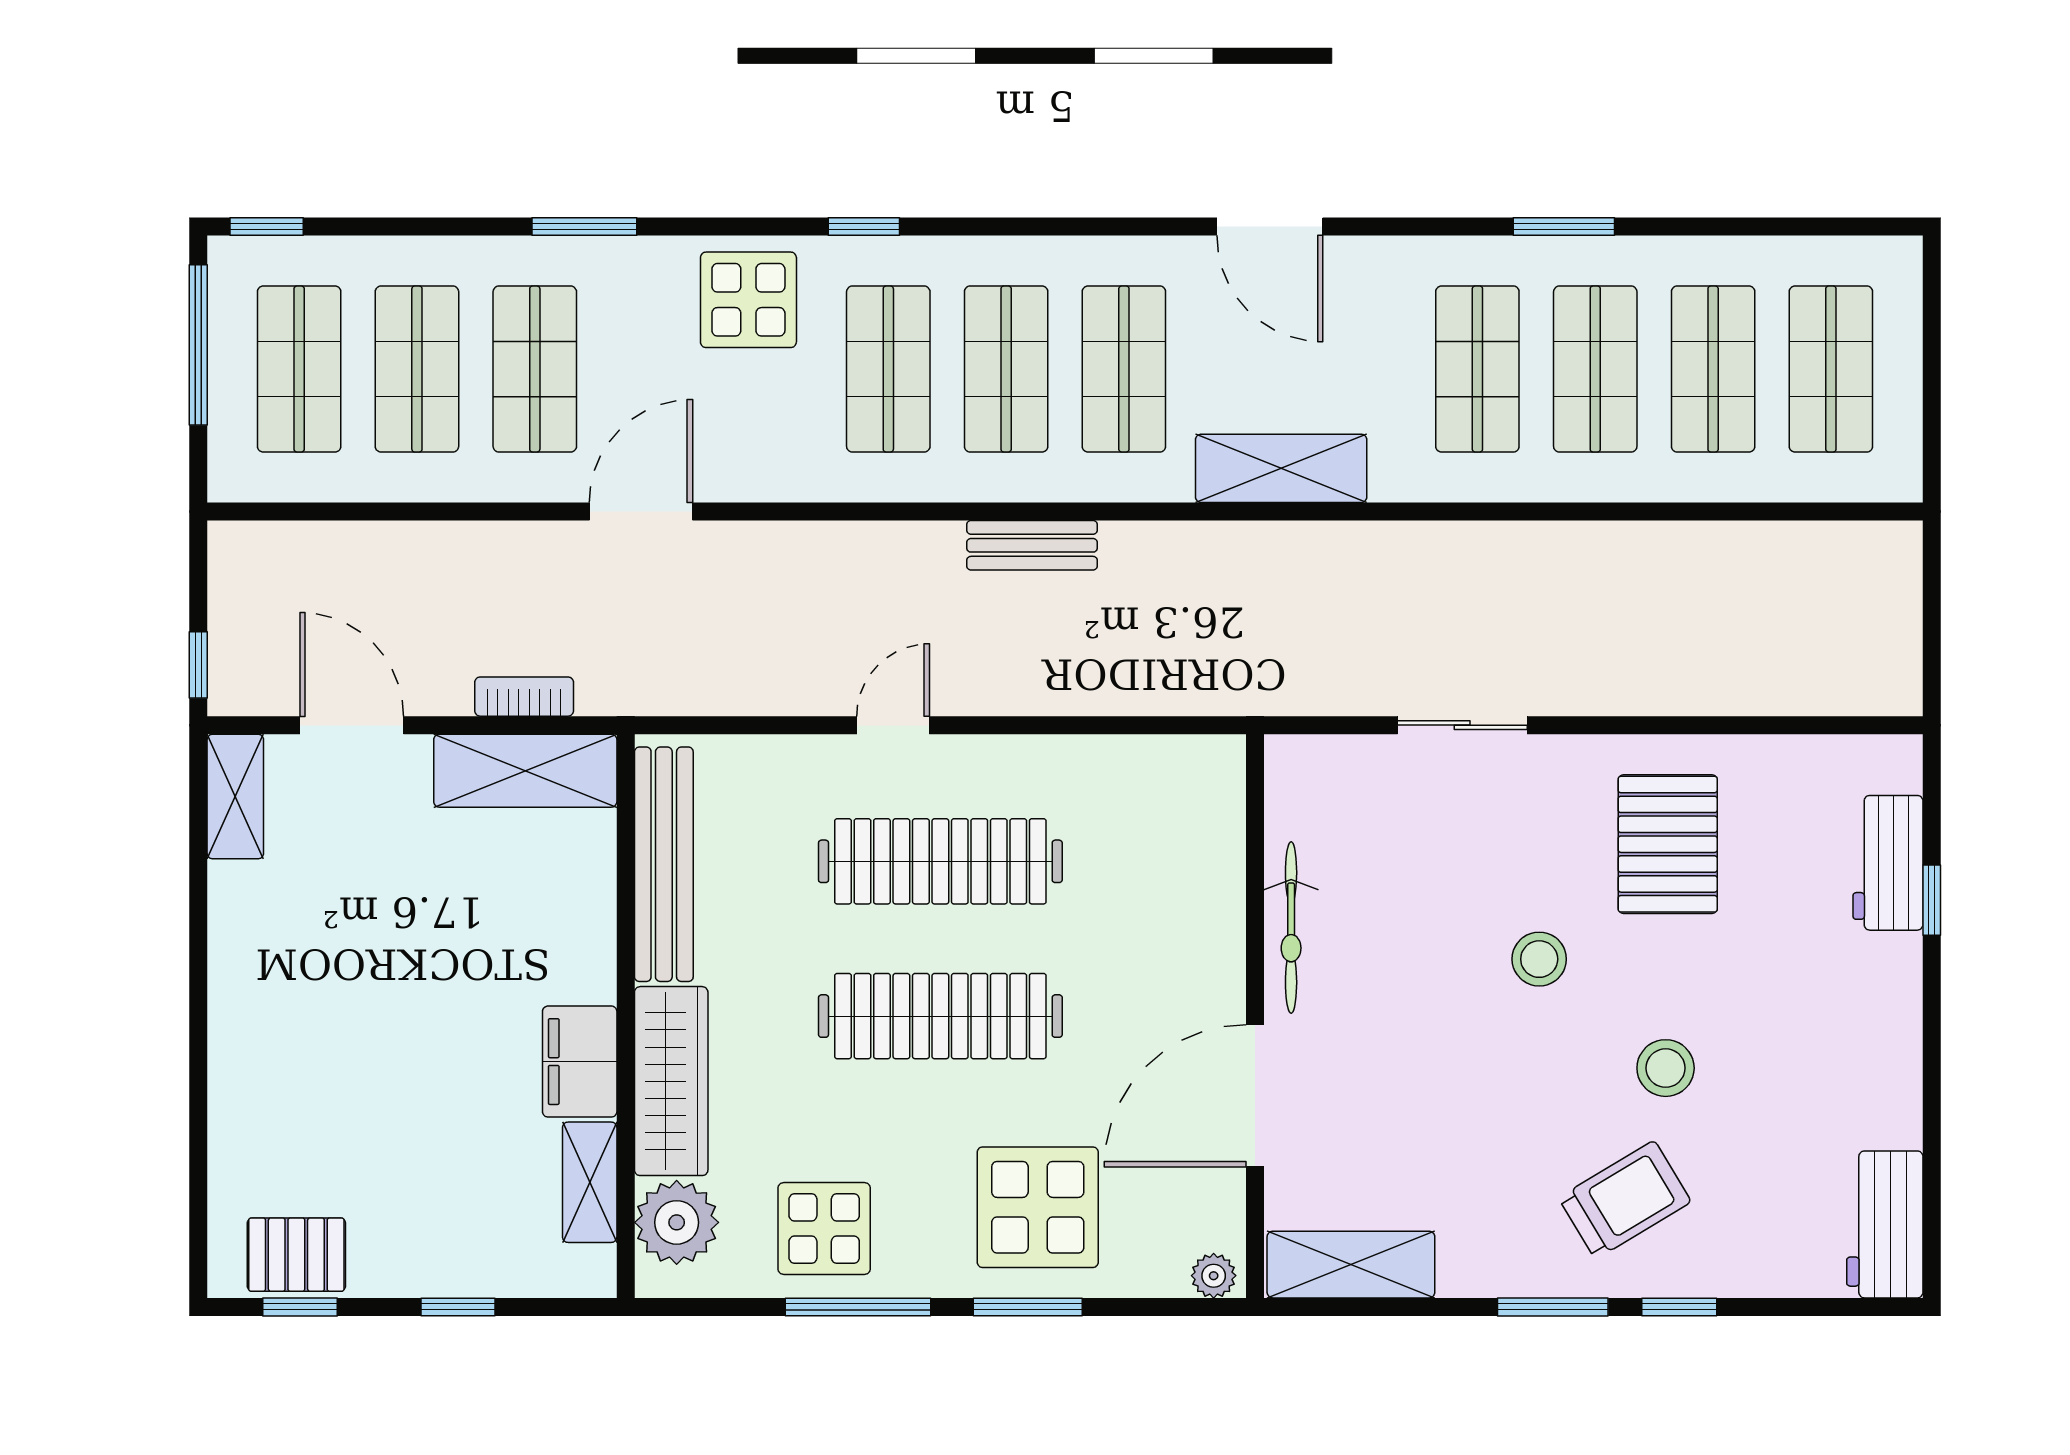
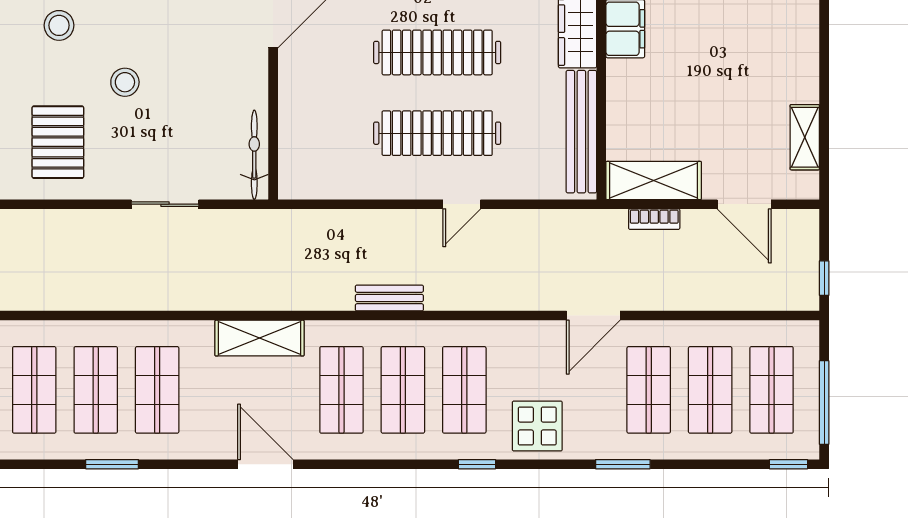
window: (198, 665) -> (824, 278), moved
shelving: (235, 797) -> (805, 137), moved
bicycle: (1291, 927) -> (254, 155), moved

